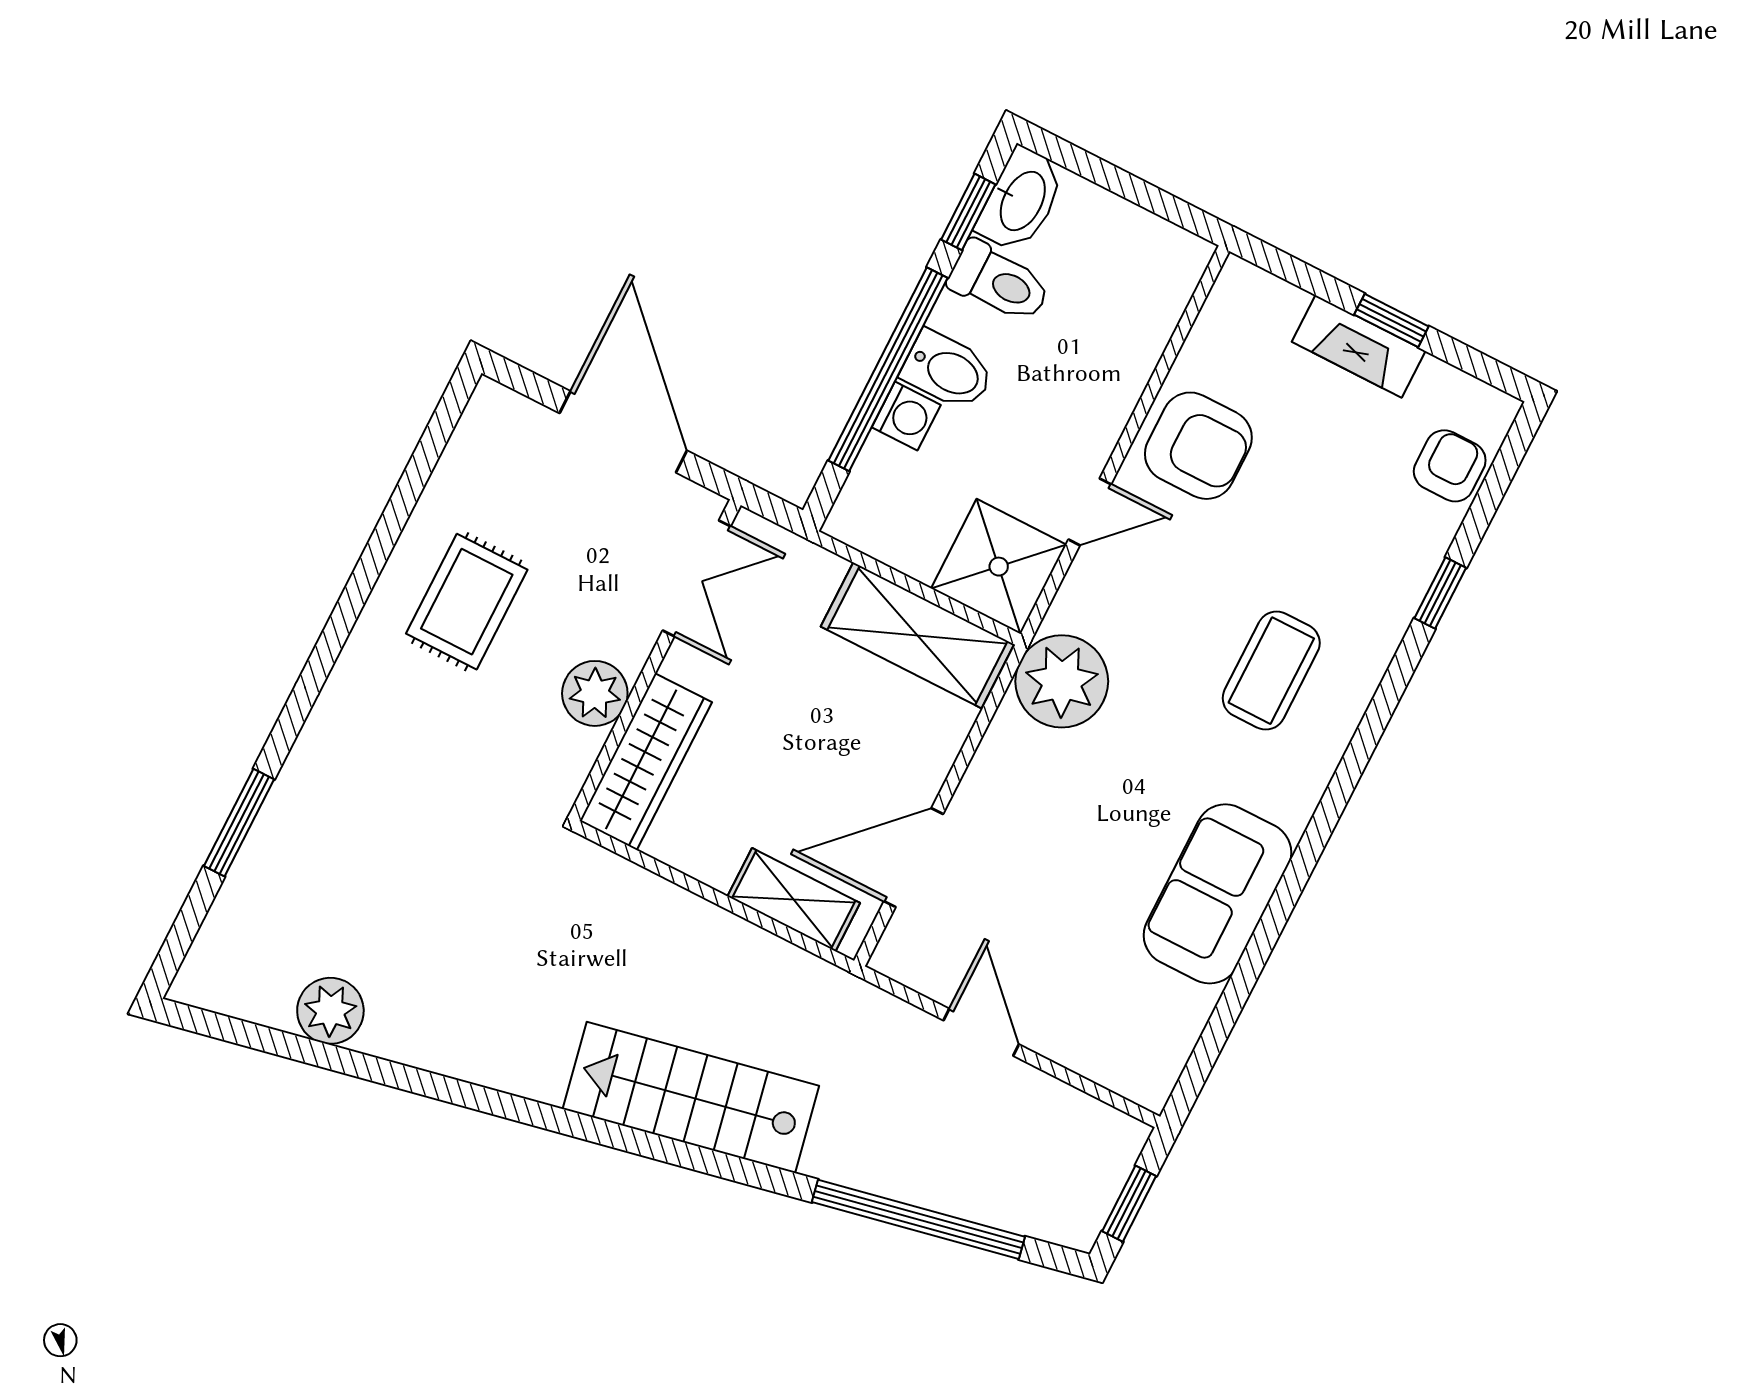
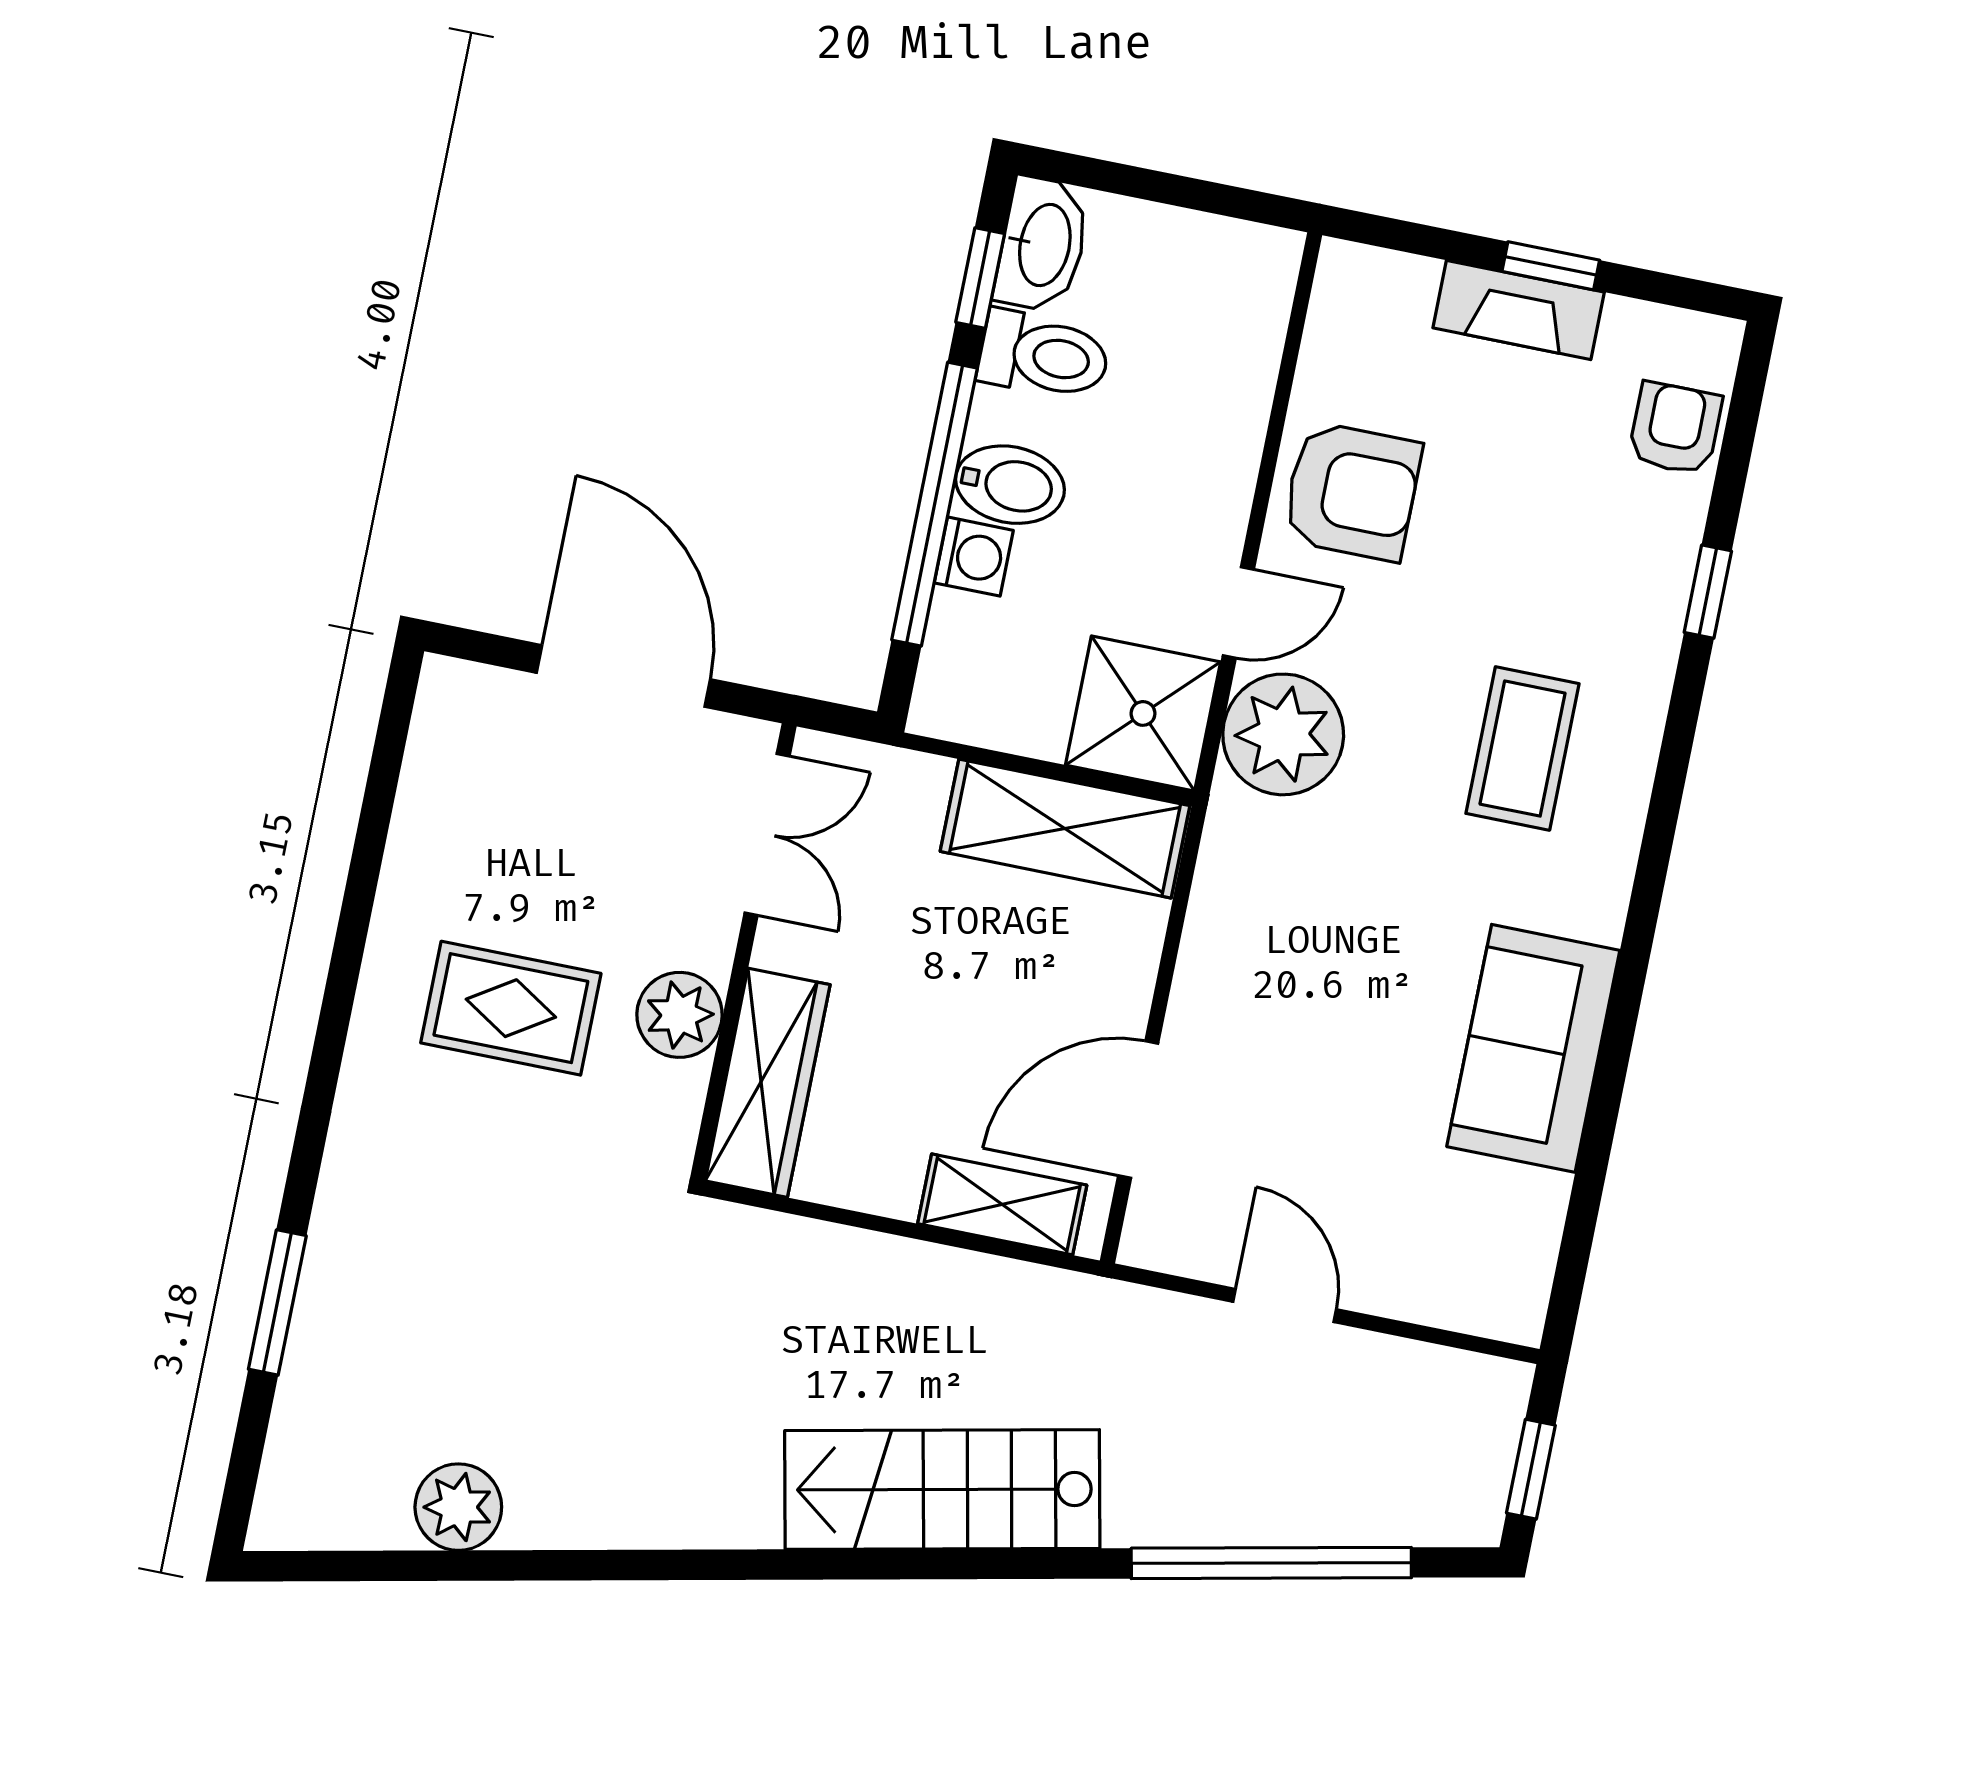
rug: (467, 602) -> (511, 1008), moved, turned 90
plant: (1062, 681) -> (1283, 734), moved

